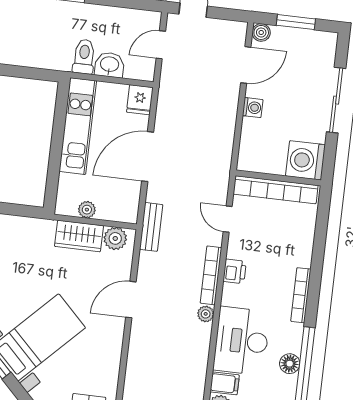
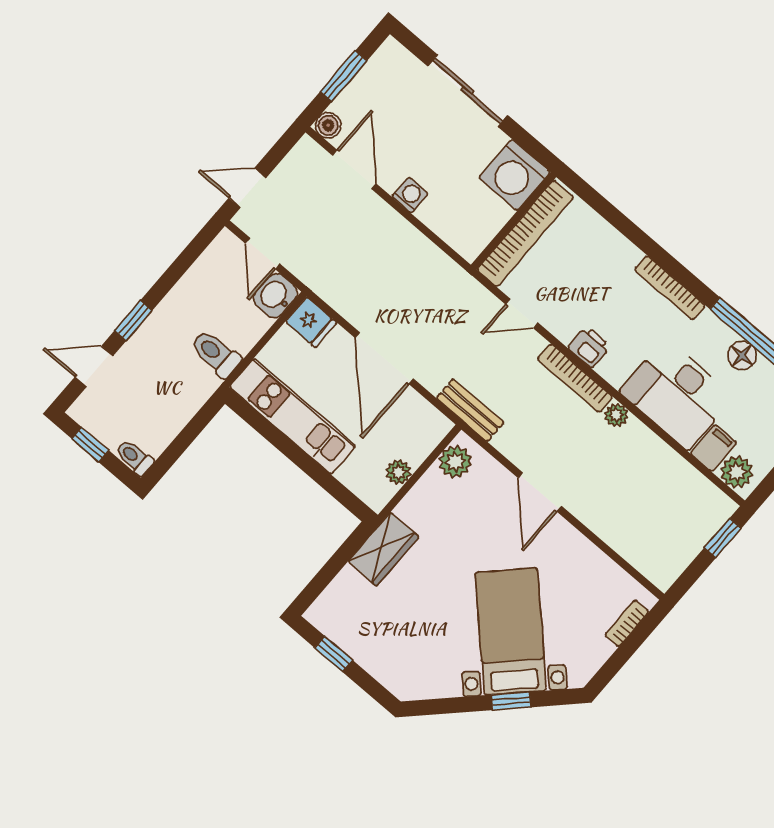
washbasin: (109, 65) -> (275, 296), moved
wardrobe: (79, 236) -> (384, 549), moved

